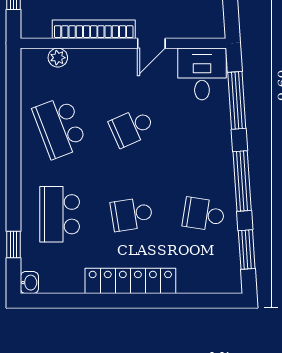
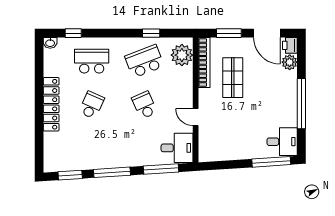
bookcase: (94, 29) -> (204, 63), moved
plant: (58, 58) -> (182, 55), width x1.88, depth x1.88
window: (13, 117) -> (151, 33), added
school desk: (132, 214) -> (92, 105), turned 33
school desk: (204, 214) -> (92, 149), removed

